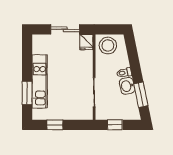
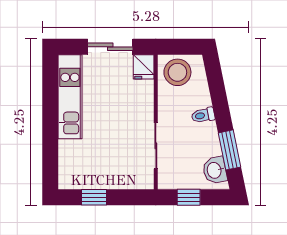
kitchen unit: (40, 81) -> (70, 97), moved
washbasin: (127, 86) -> (215, 170), moved
window: (27, 93) -> (50, 147), removed

